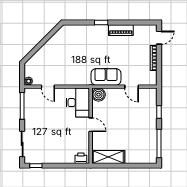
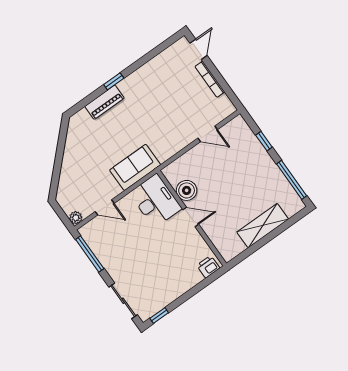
piano: (121, 30) -> (104, 102), moved
sofa: (106, 77) -> (135, 167), moved
boiler: (99, 95) -> (187, 190), moved
shelving: (108, 157) -> (263, 226), moved

